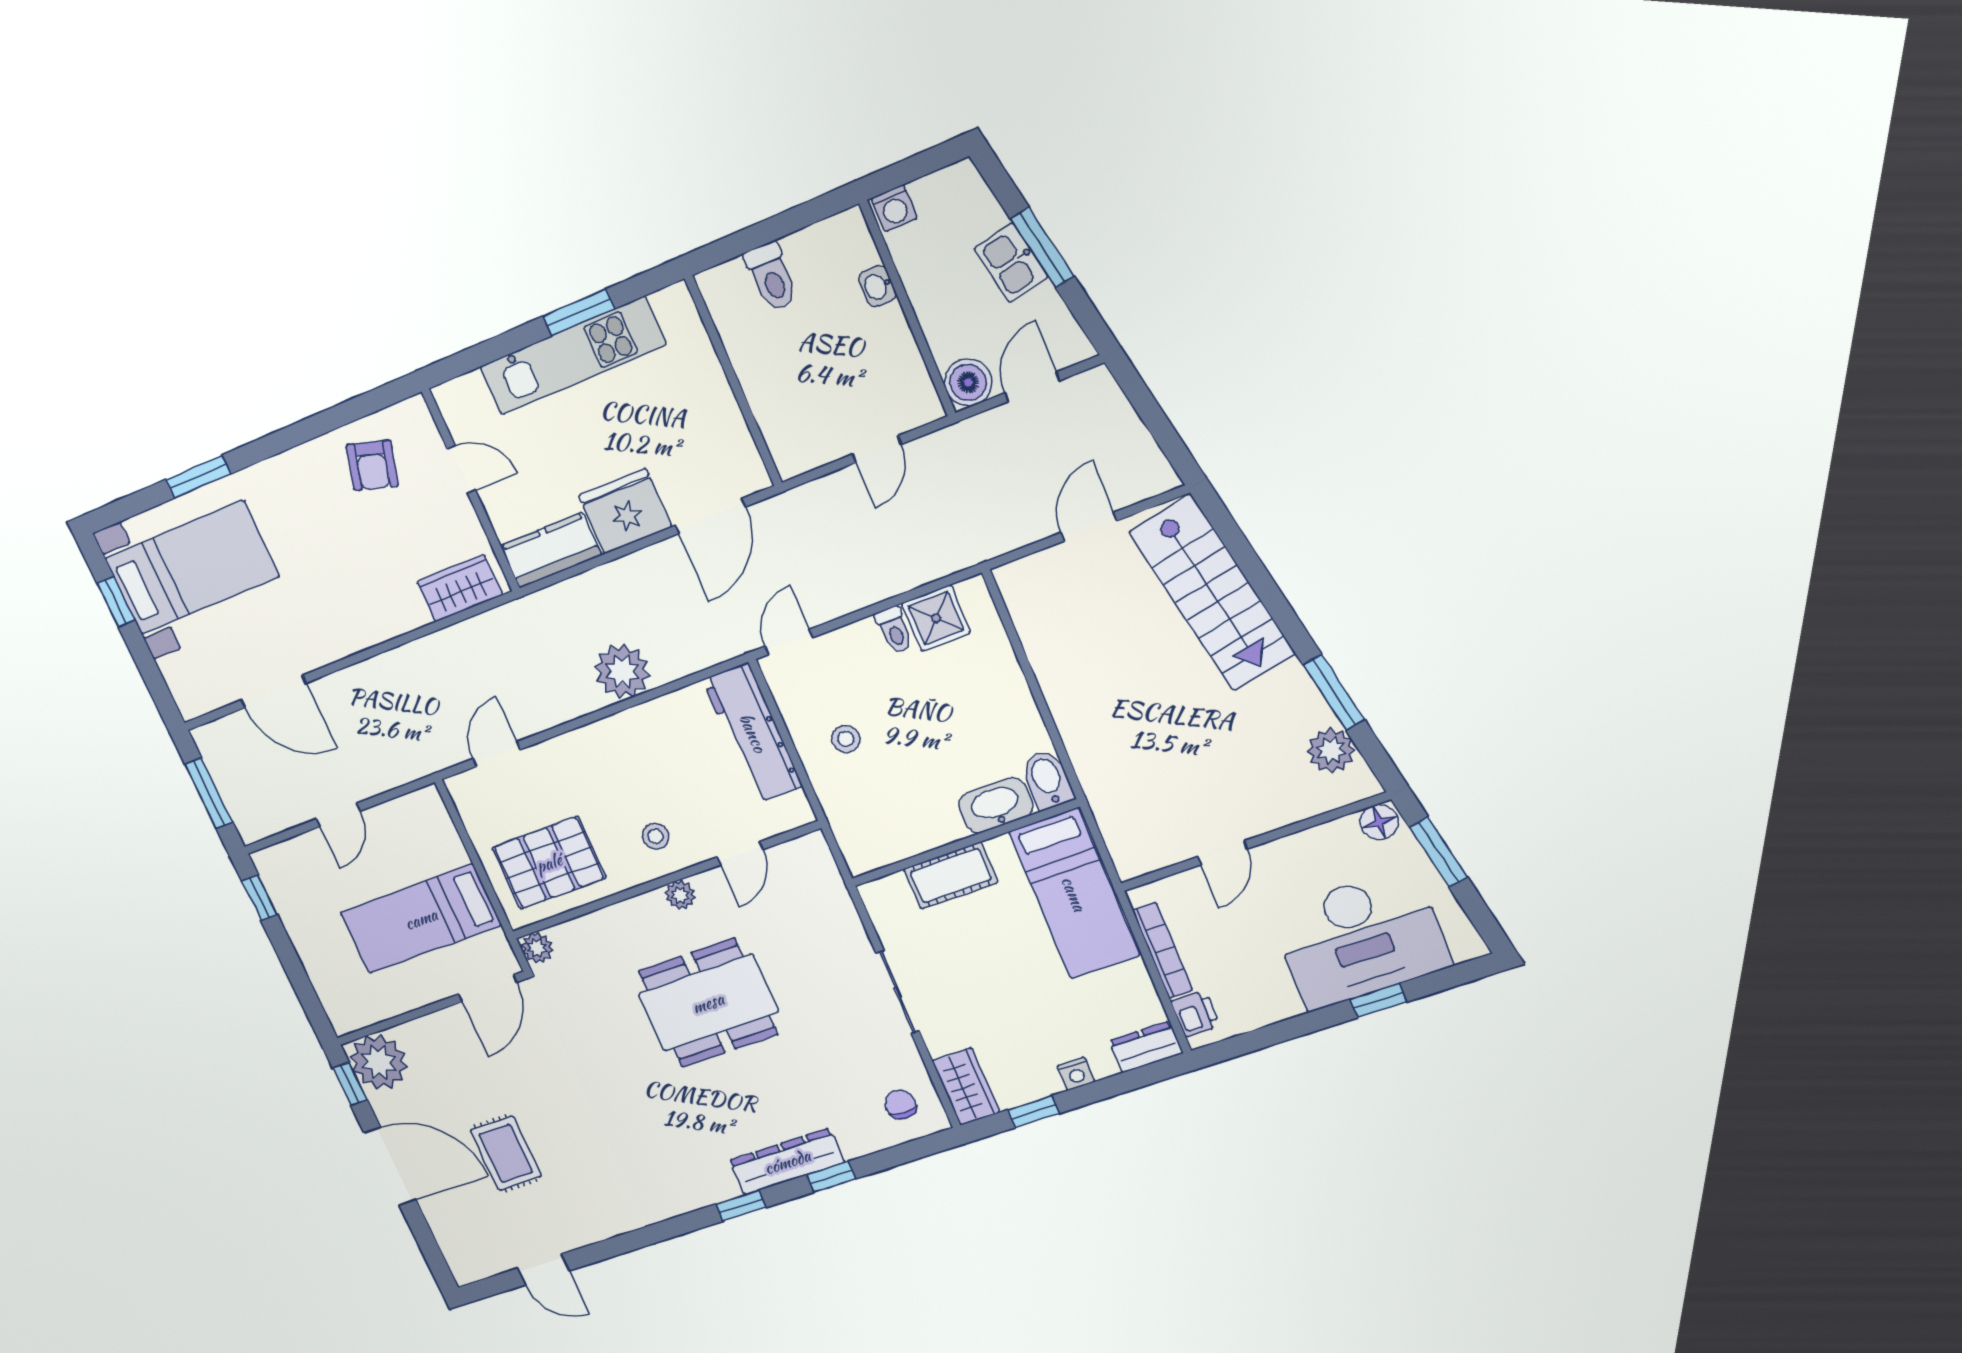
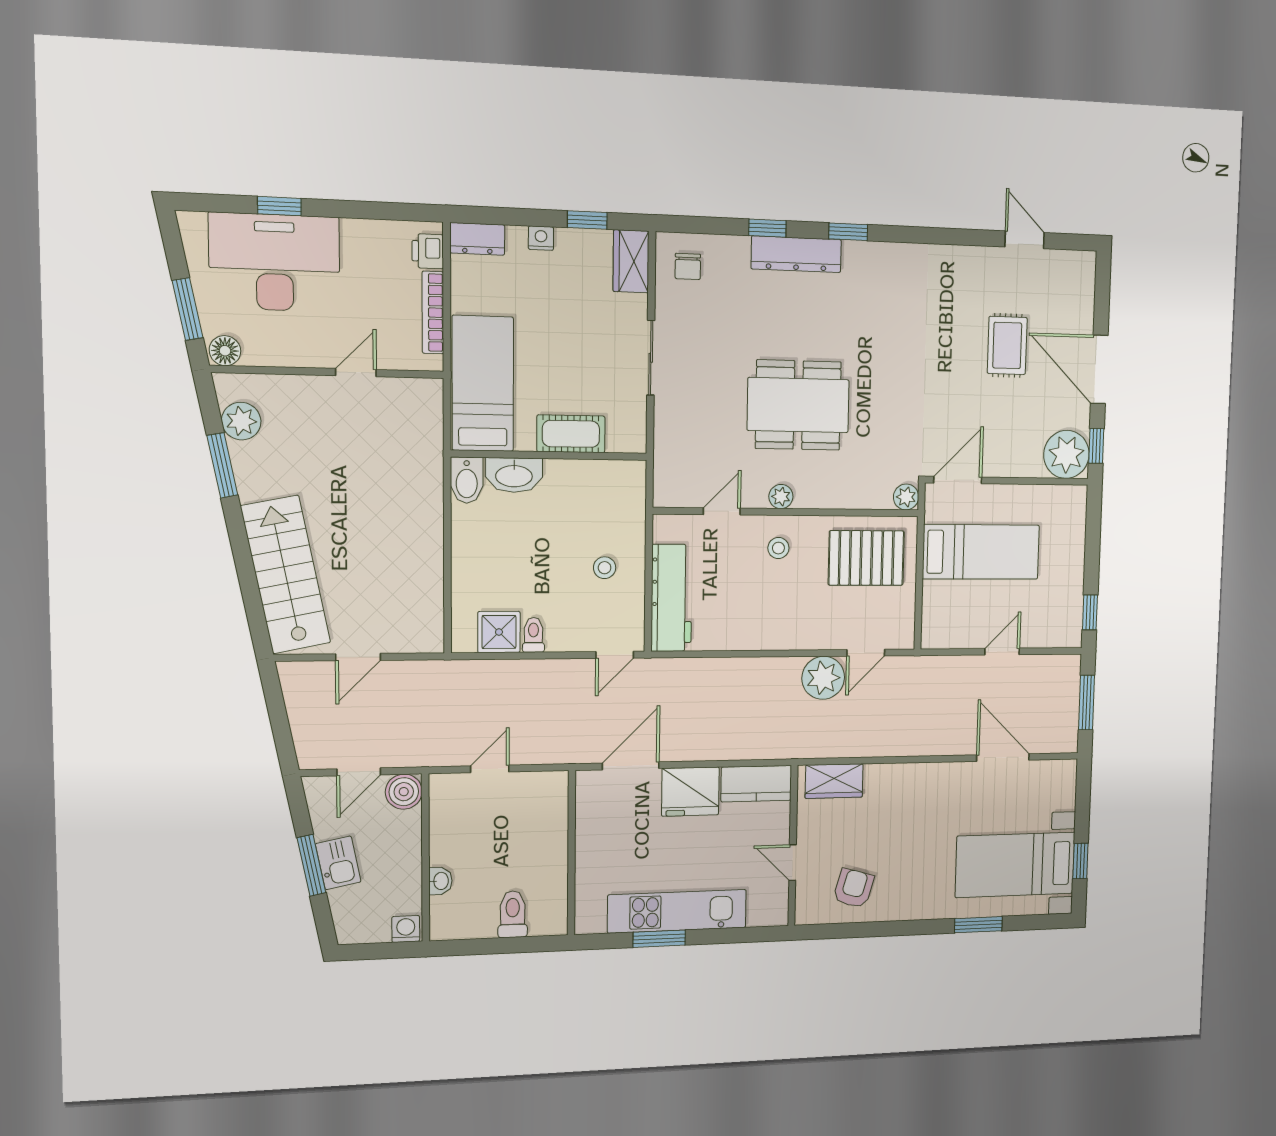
plant: (622, 671) -> (823, 678), moved

